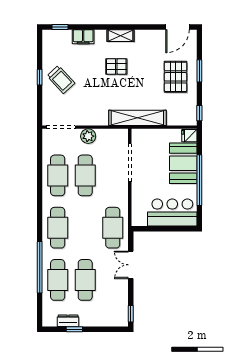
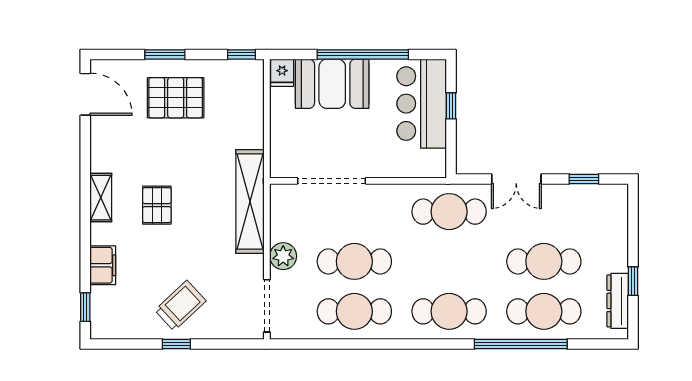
shelving: (137, 118) -> (250, 202), moved
window: (171, 229) -> (451, 106), added
window: (131, 314) -> (584, 179), moved
dresser: (68, 321) -> (618, 301), width x1.44

